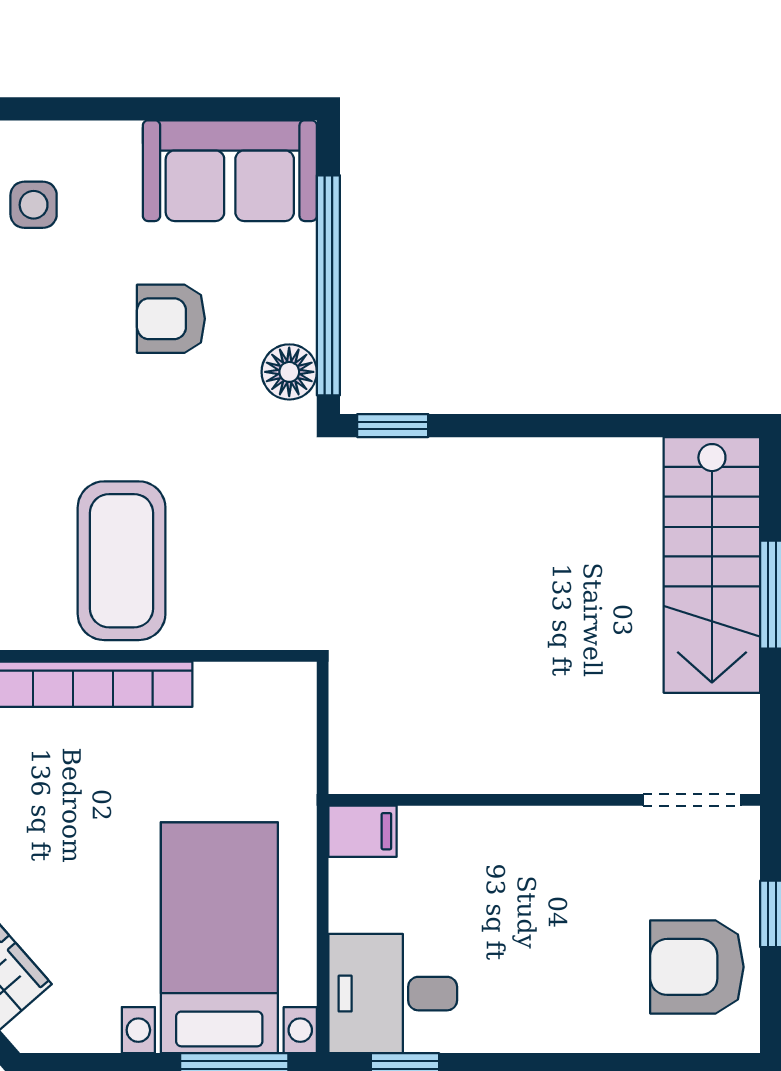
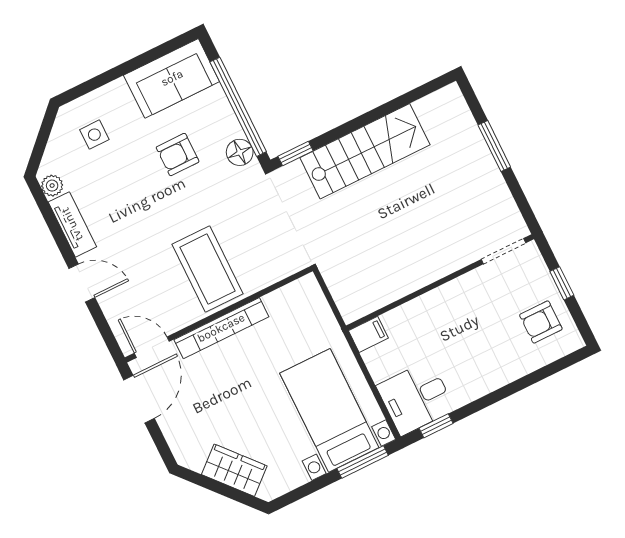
stairs: (712, 565) -> (365, 151), moved, turned -90
armchair: (697, 967) -> (541, 322), width x0.72, depth x0.72

